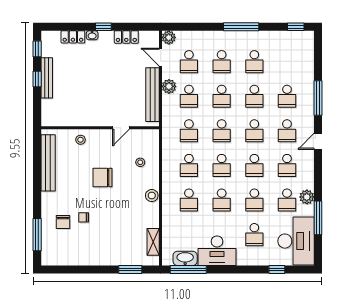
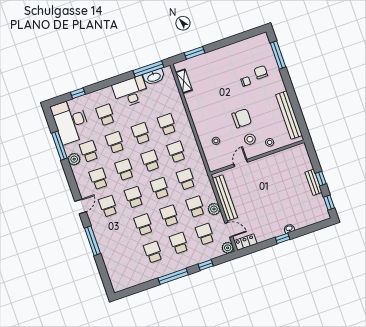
window: (296, 27) -> (206, 265), moved
locker: (73, 37) -> (304, 222), removed
locker: (126, 37) -> (245, 242), moved
bench: (47, 78) -> (313, 182), width x0.73
school desk: (287, 96) -> (118, 234), removed
stool: (152, 196) -> (250, 139), moved

